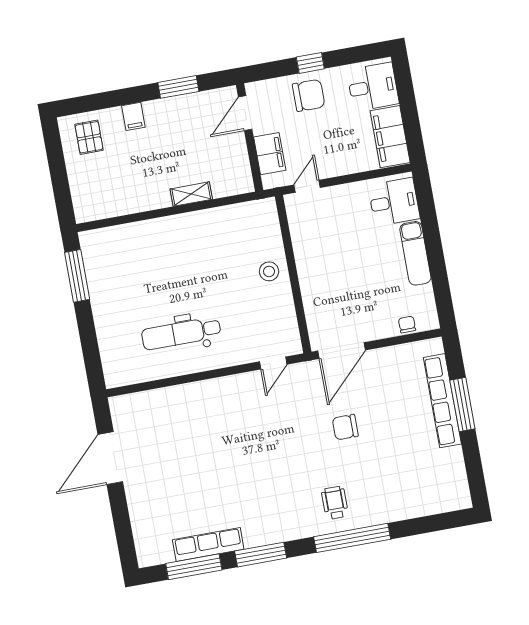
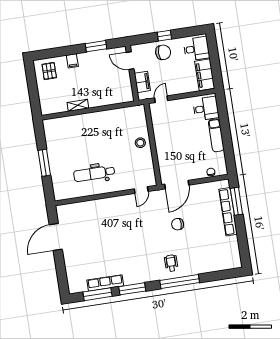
door: (245, 113) -> (130, 61), hinge flipped
shelving: (191, 194) -> (78, 105), moved
window: (77, 276) -> (44, 163), moved
window: (462, 405) -> (236, 201), moved

